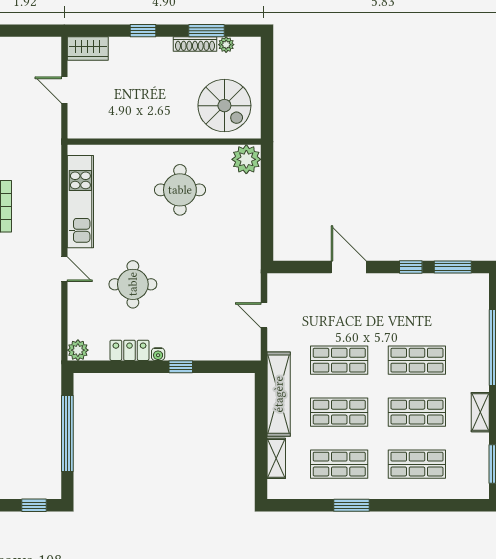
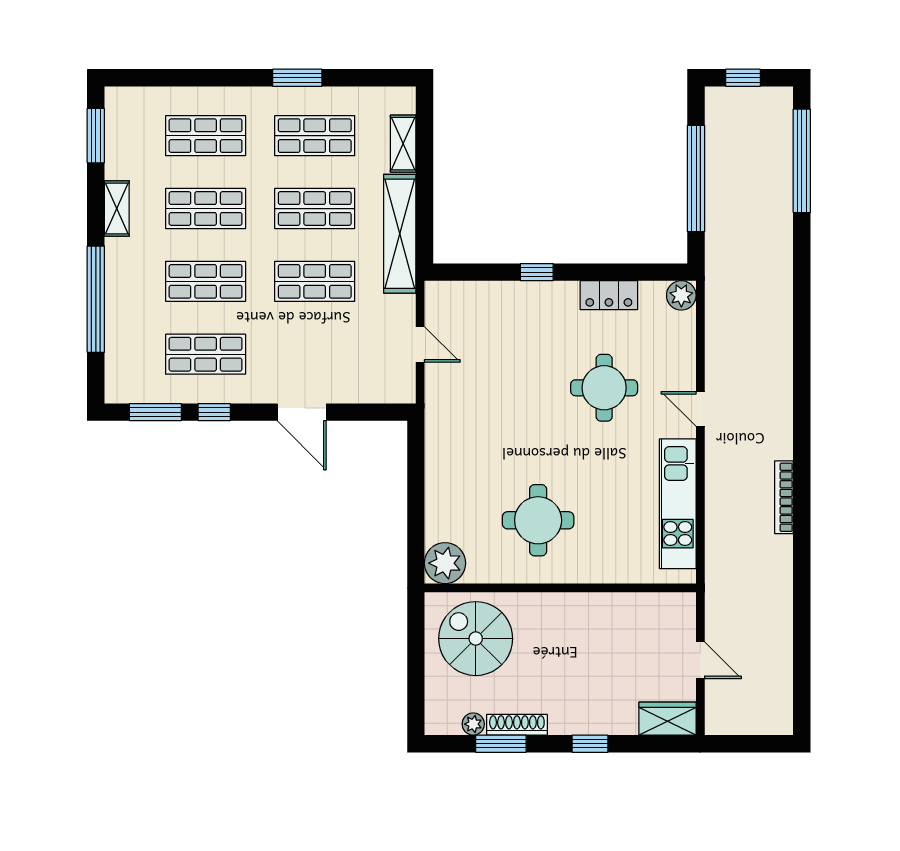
shop shelf: (417, 308) -> (206, 354), added
water cooler: (158, 354) -> (569, 290), removed

